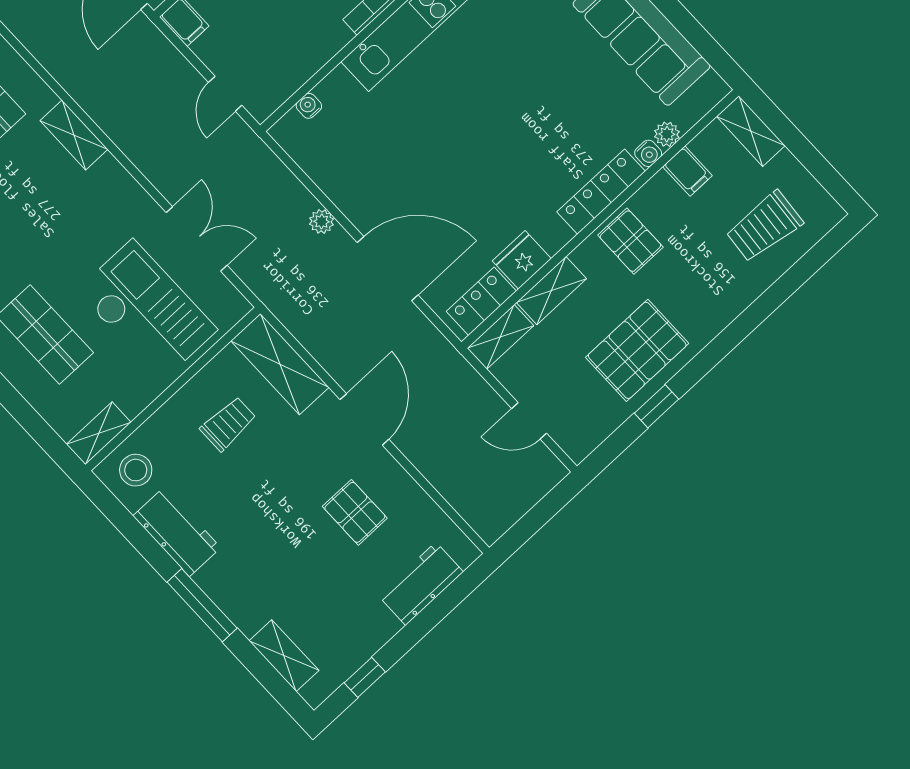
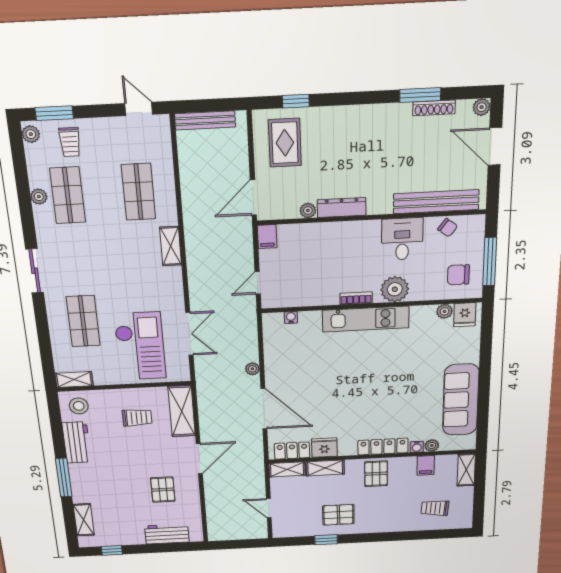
trolley: (764, 227) -> (435, 508), width x0.73, depth x0.72
pallet: (637, 350) -> (338, 515), width x0.67, depth x0.71

